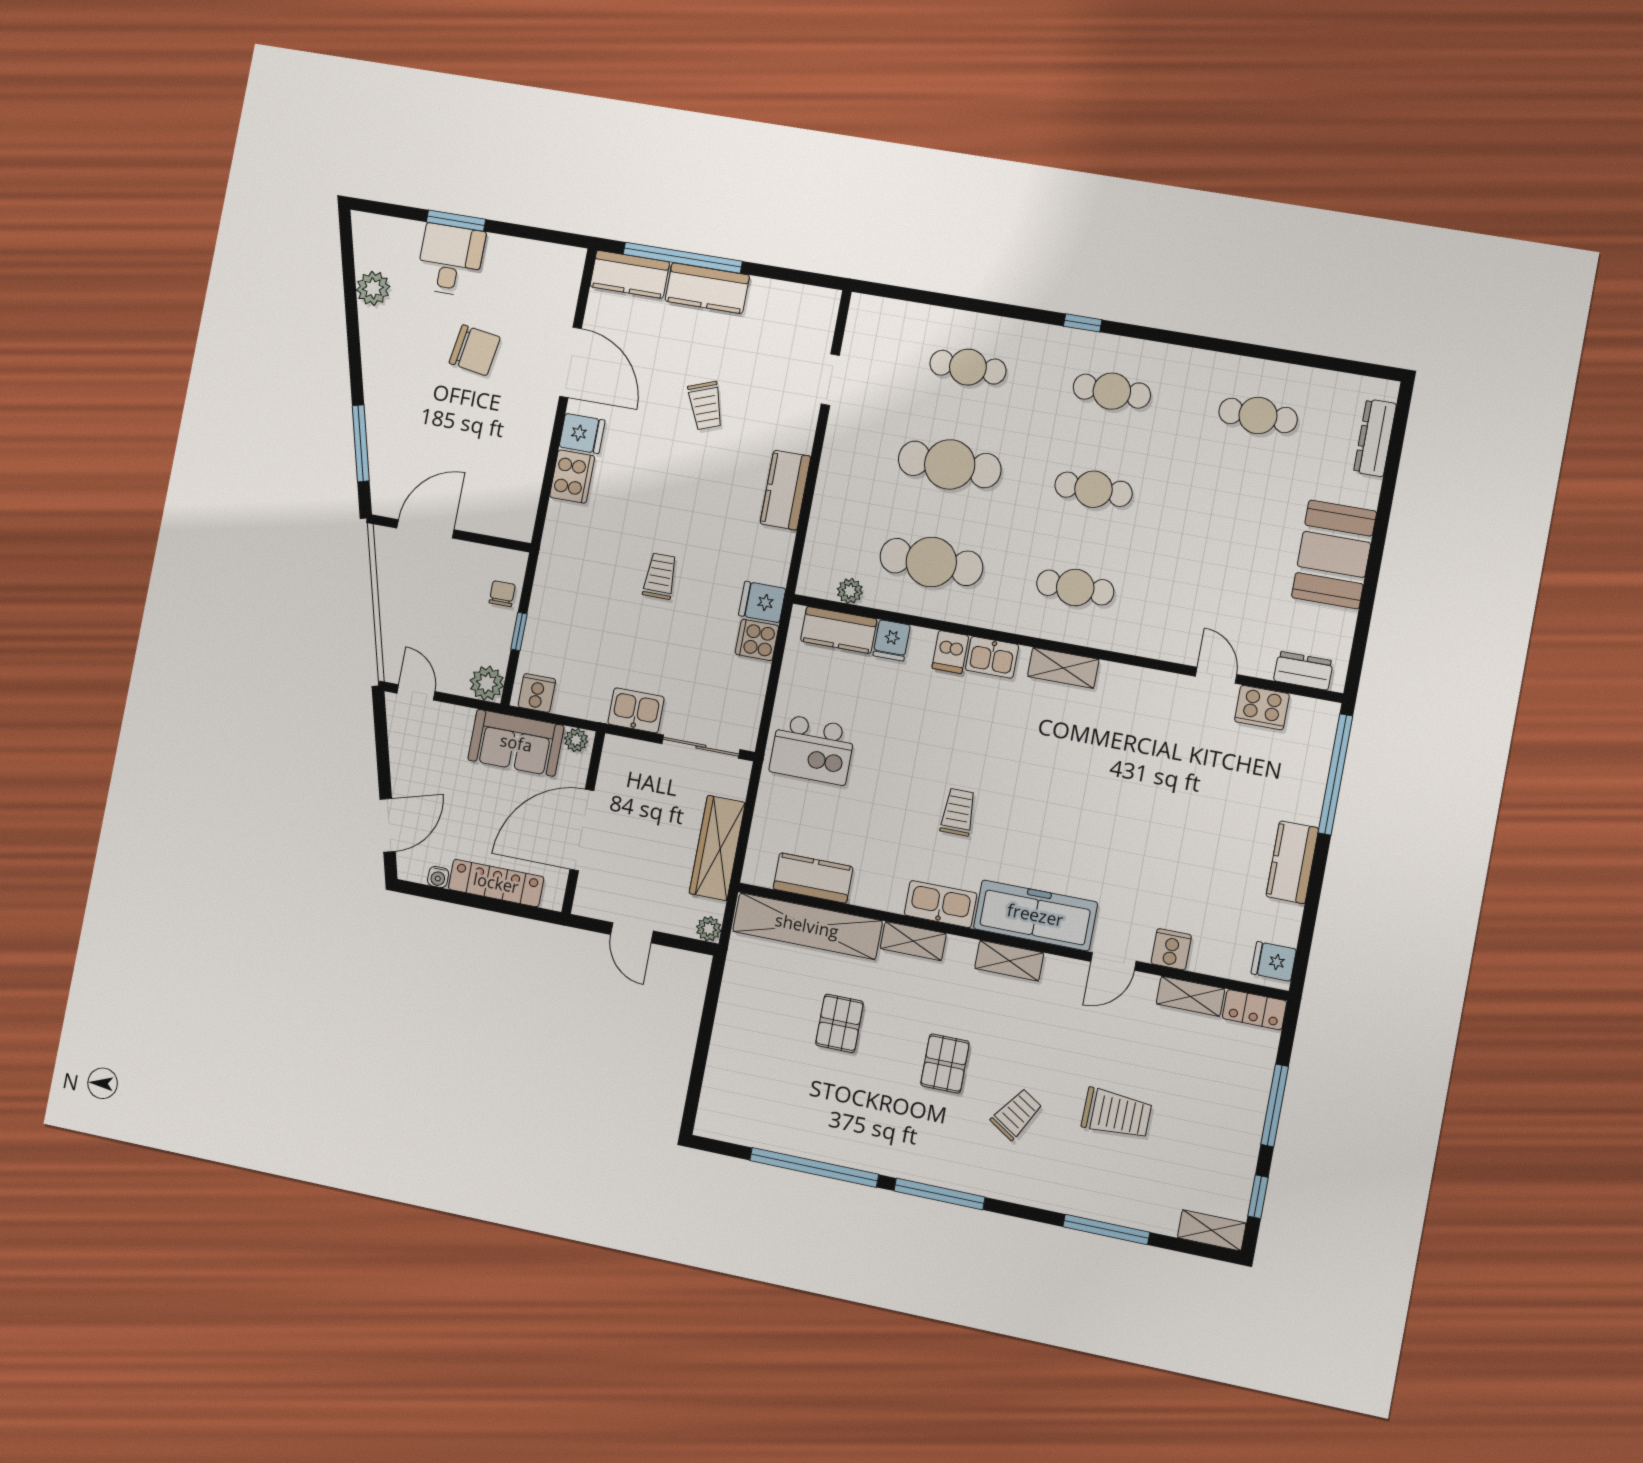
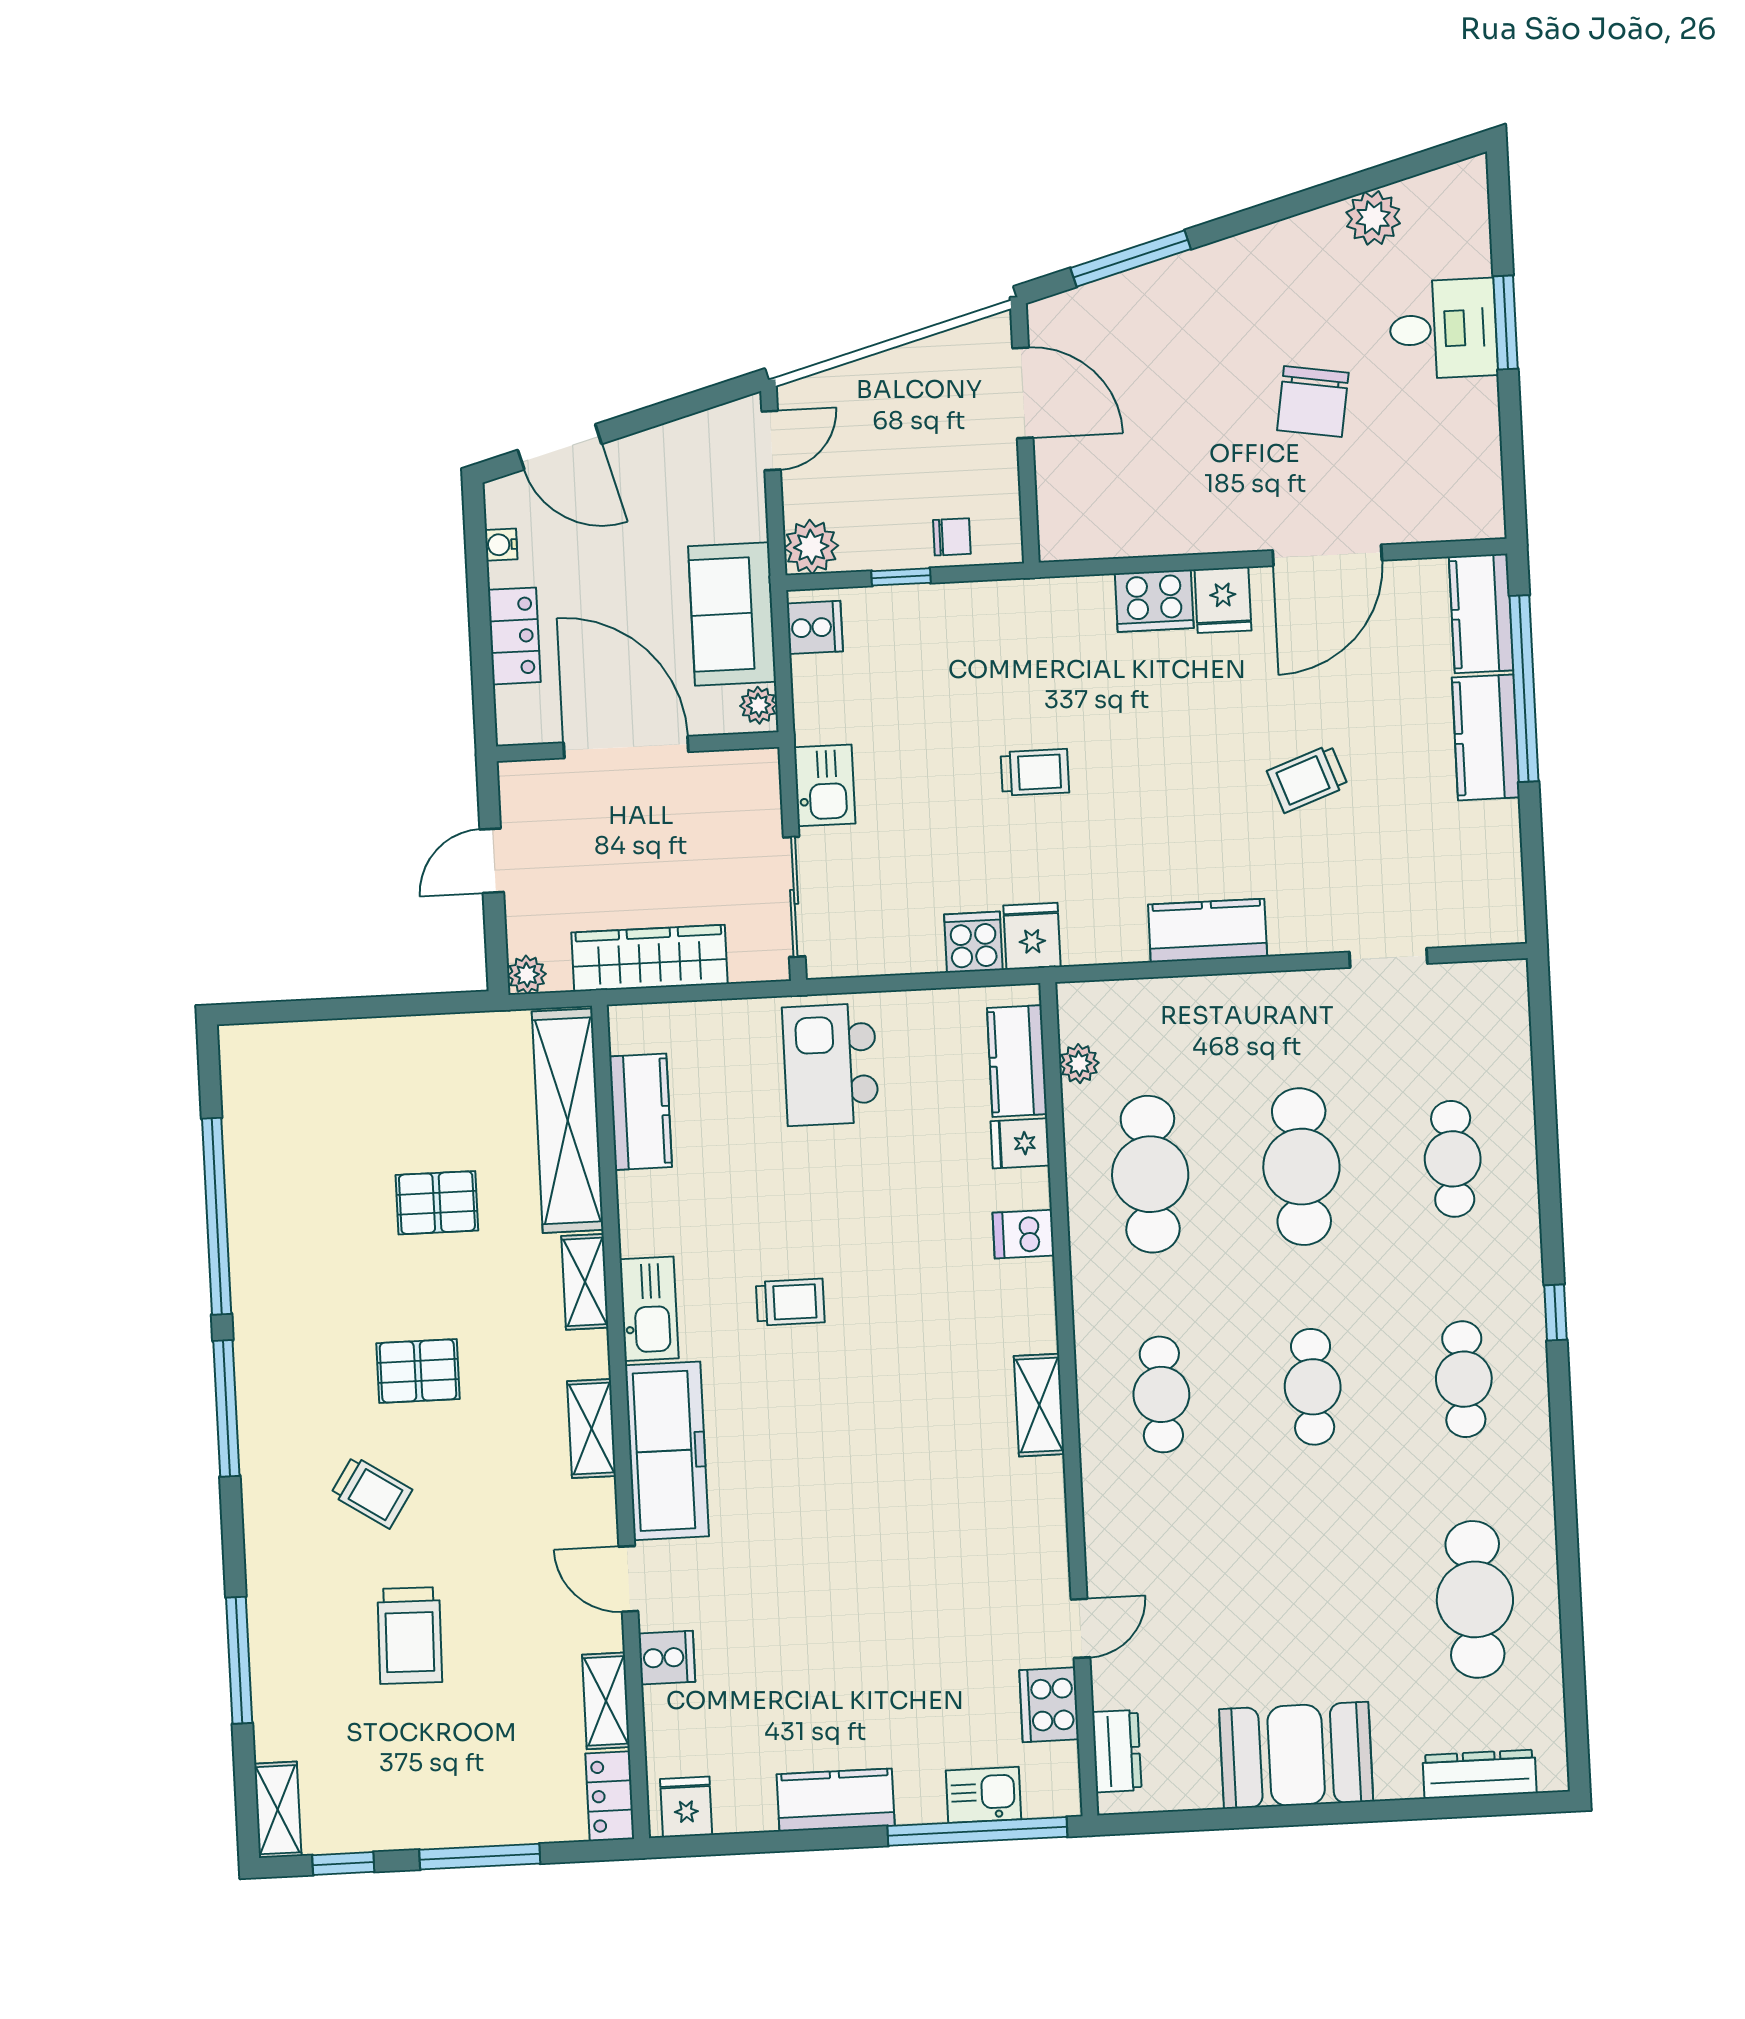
cafe table: (1258, 415) -> (1475, 1599), width x1.37, depth x1.35
kitchen sink: (992, 657) -> (983, 1795), moved, turned 90
locker: (496, 883) -> (514, 636), width x0.66

